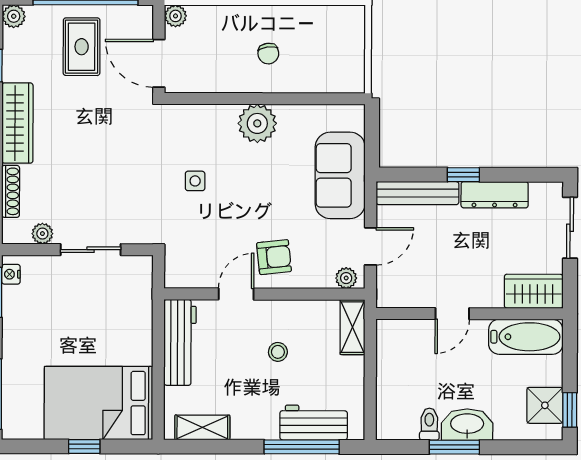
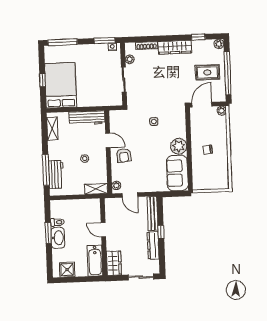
sofa: (340, 175) -> (177, 173), moved, turned -90
window: (570, 410) -> (66, 280), removed

